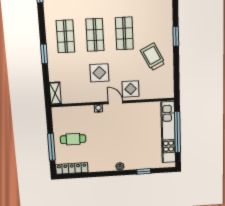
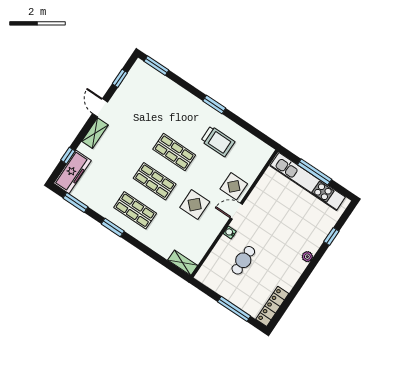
window: (44, 54) -> (113, 227), moved
trolley: (153, 57) -> (218, 141), turned -153
window: (177, 132) -> (315, 172), width x0.68
cafe table: (73, 139) -> (243, 260), moved

